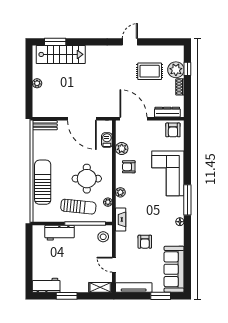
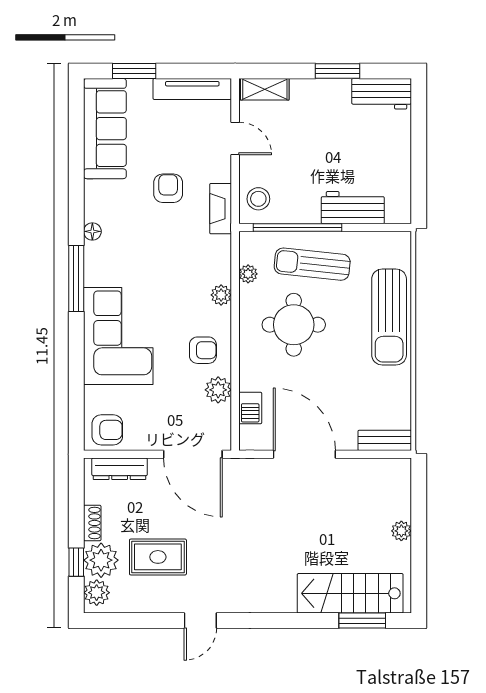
plant: (178, 55) -> (97, 593), added
armchair: (173, 130) -> (107, 430), turned 90
fireplace: (121, 219) -> (221, 209), moved

